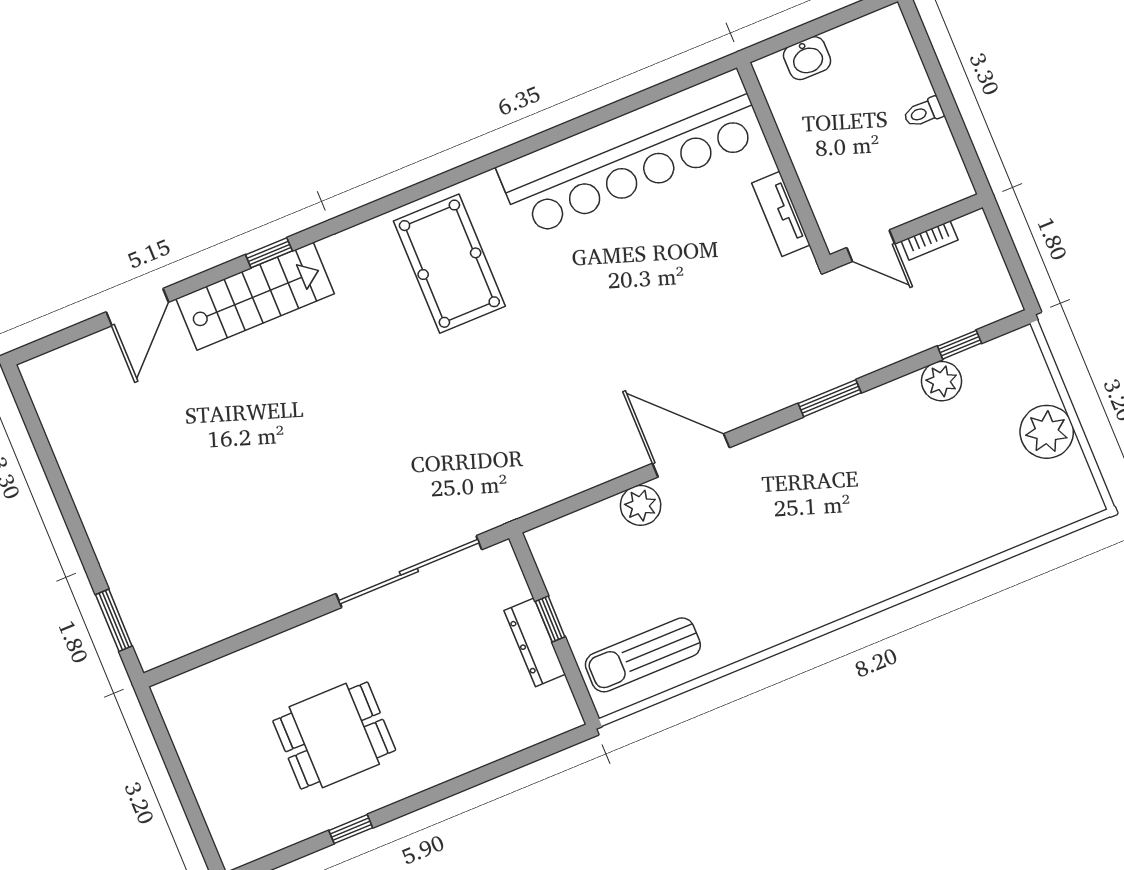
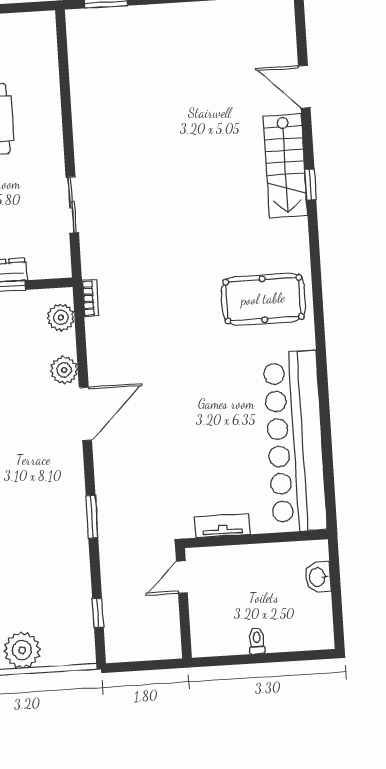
bookcase: (930, 240) -> (90, 298), moved, turned 180
plant: (942, 381) -> (61, 317), moved
sliding door: (409, 572) -> (72, 205), width x0.54

